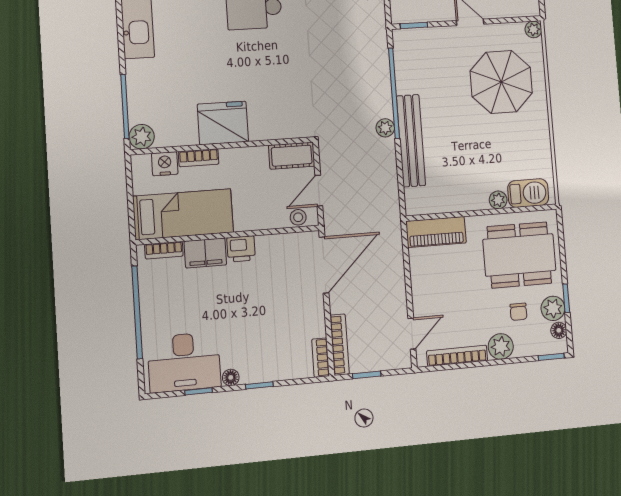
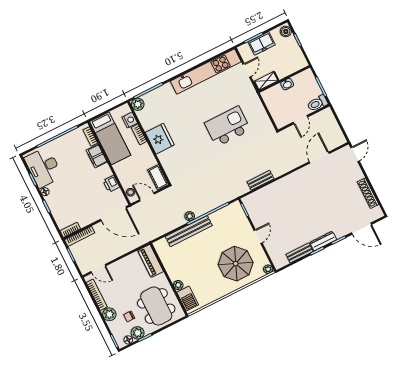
printer: (241, 249) -> (111, 184), moved

